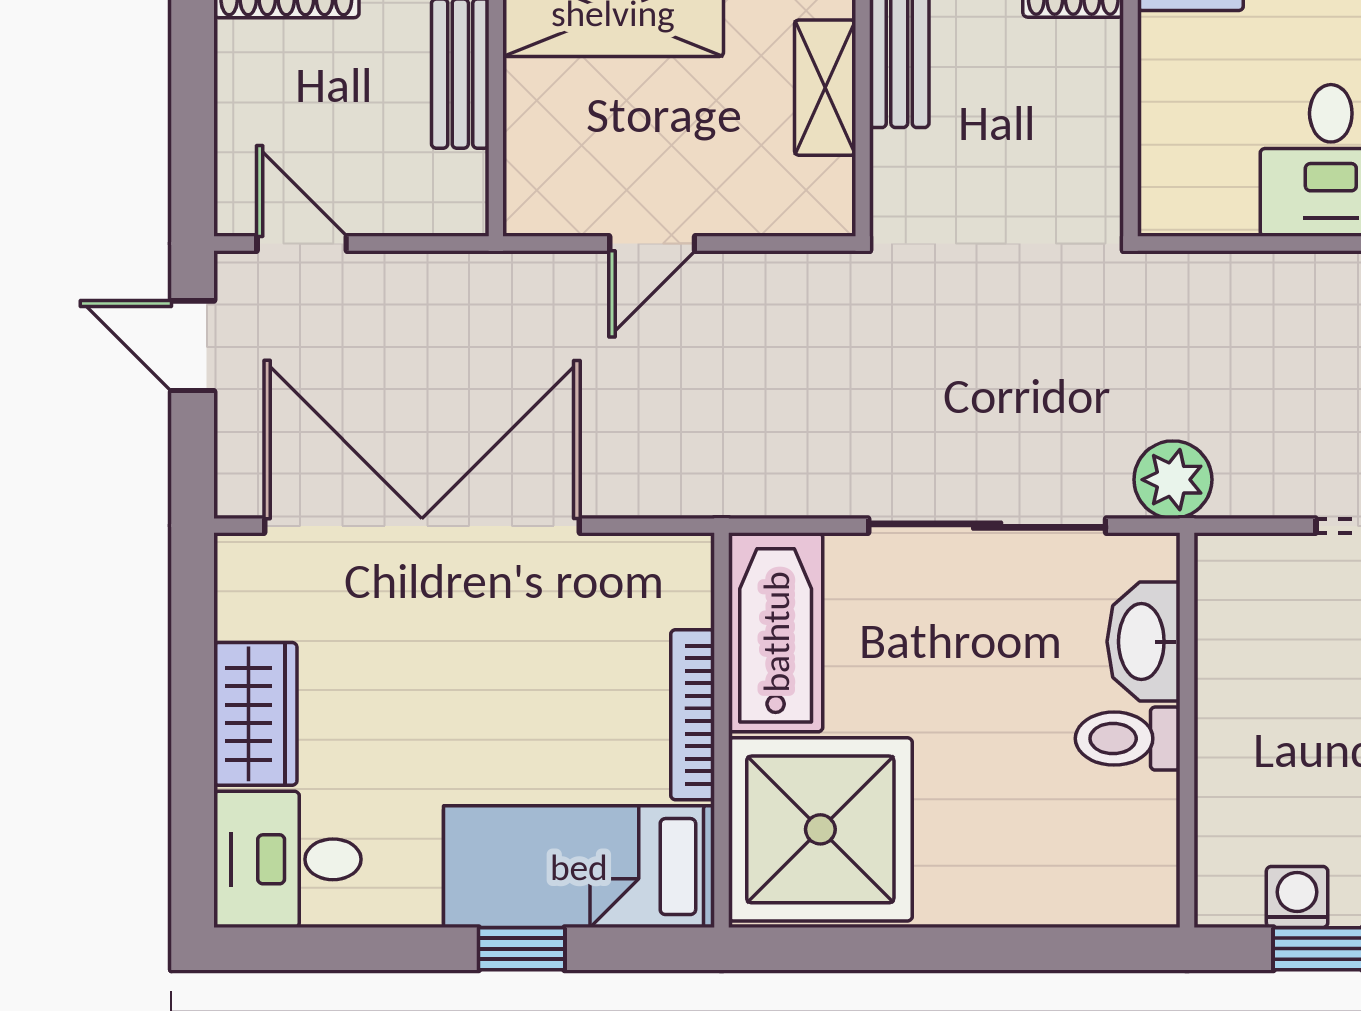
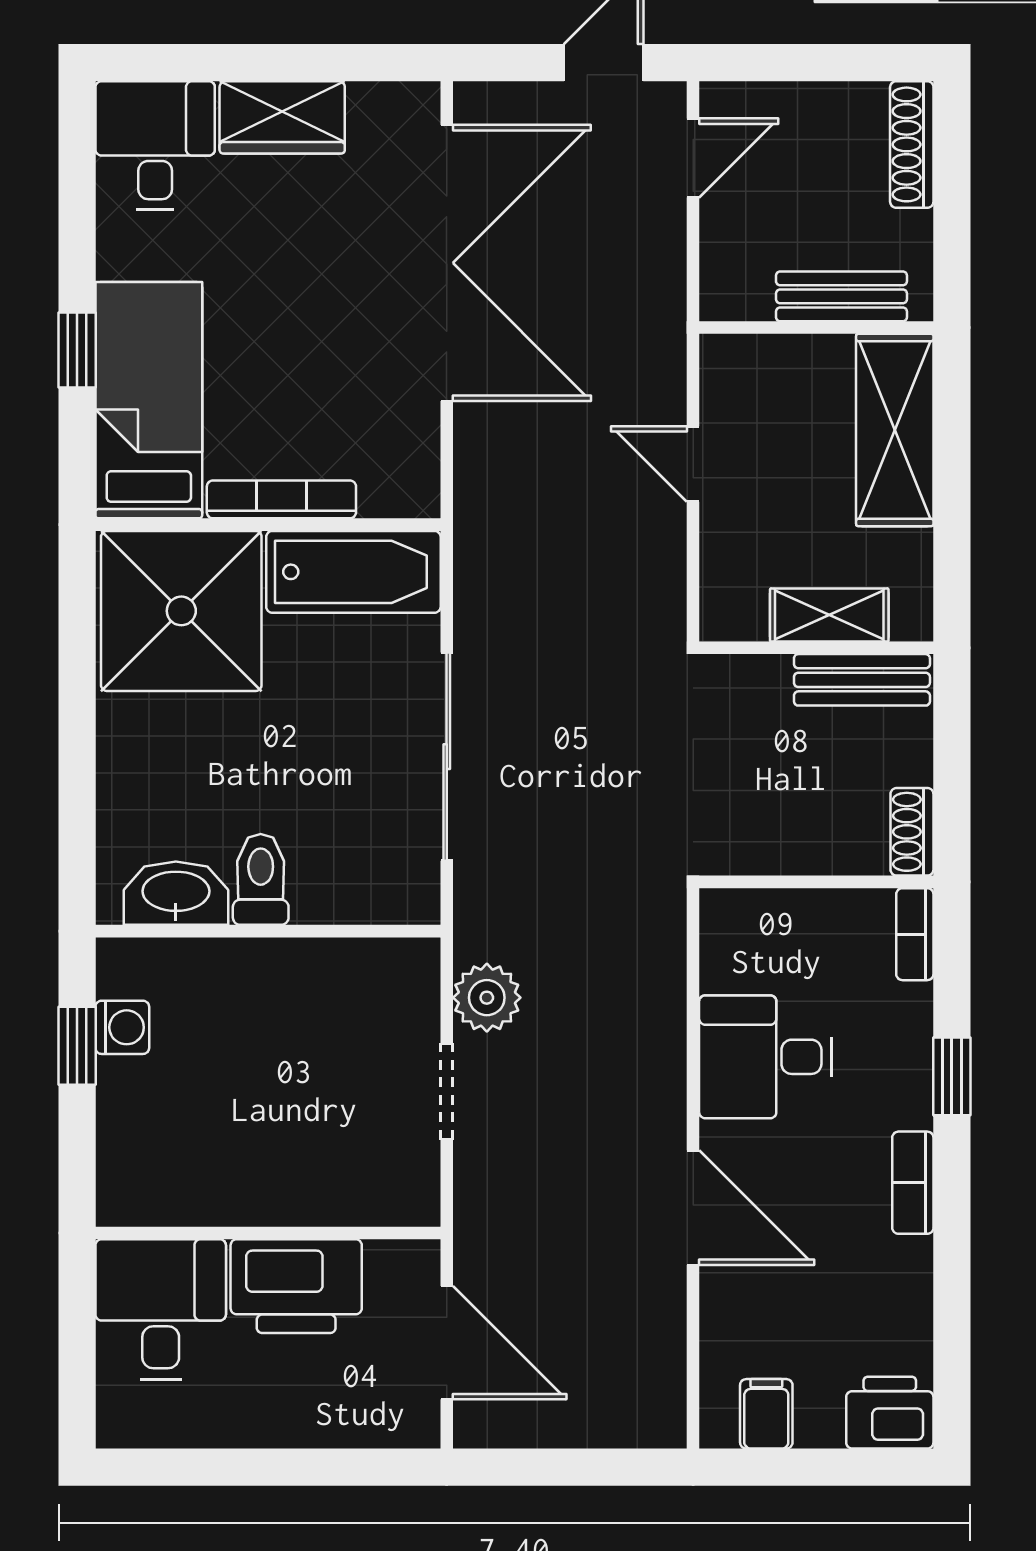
plant: (1173, 480) -> (487, 998), moved
washbasin: (1143, 642) -> (176, 893), moved

